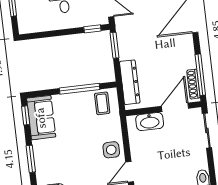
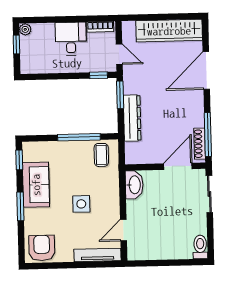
dresser: (130, 82) -> (132, 118), moved
sofa: (41, 118) -> (36, 185), moved
washbasin: (150, 122) -> (134, 185), moved, turned -90
side table: (111, 150) -> (81, 204), moved

